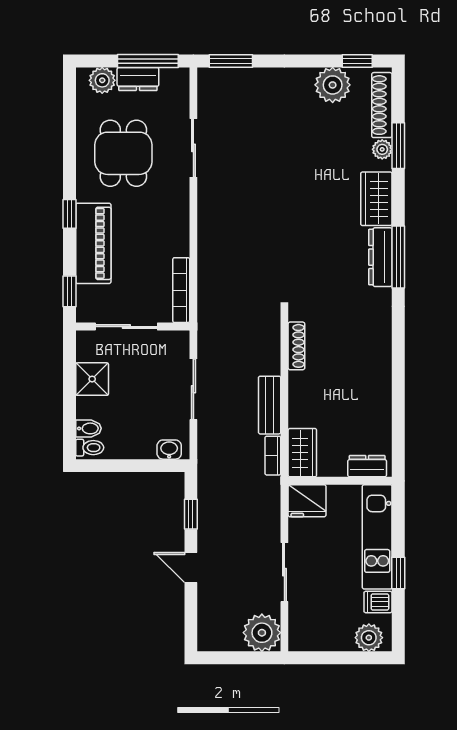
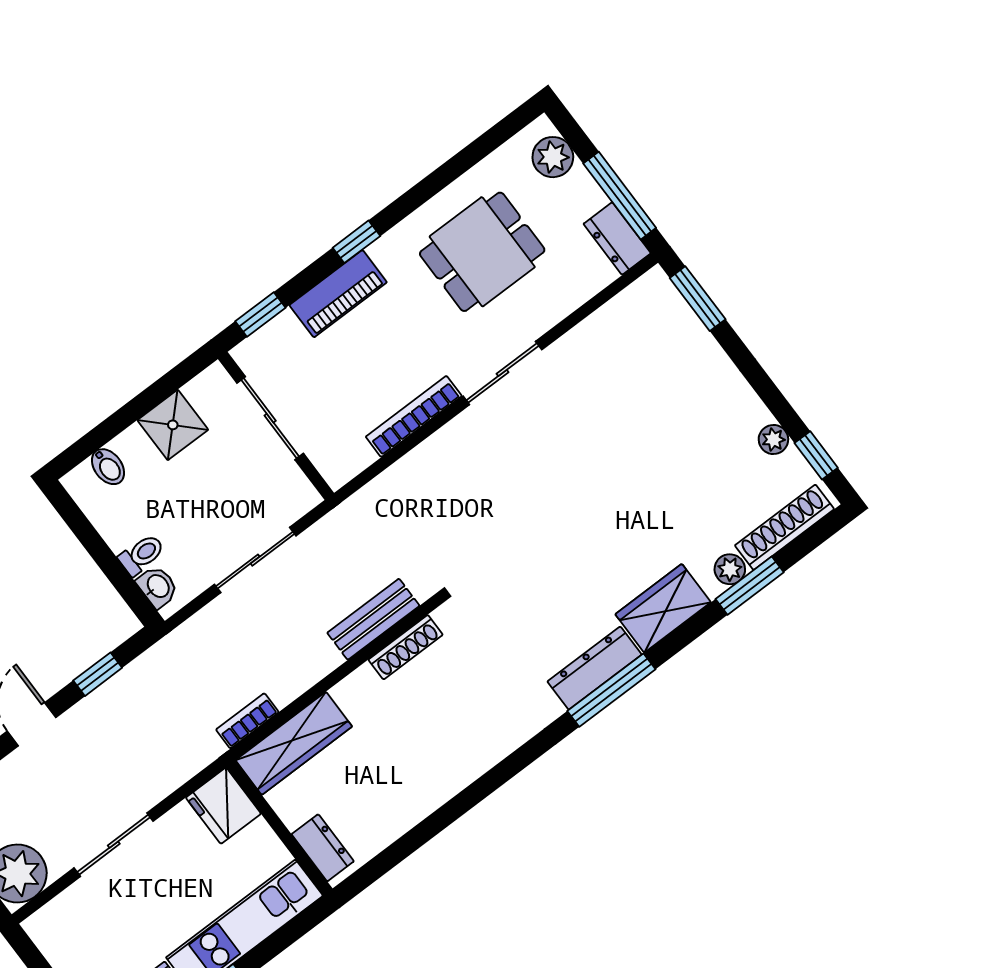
dresser: (138, 79) -> (617, 239), moved
plant: (333, 85) -> (773, 439), width x0.53, depth x0.53
sliding door: (193, 148) -> (503, 373), moved
piano: (93, 243) -> (338, 294), width x0.73, depth x0.75
bookcase: (181, 290) -> (414, 416), moved
bench: (270, 405) -> (373, 619), moved
toilet: (90, 448) -> (142, 555), moved, turned -90
wardrobe: (302, 453) -> (294, 743), width x1.50

